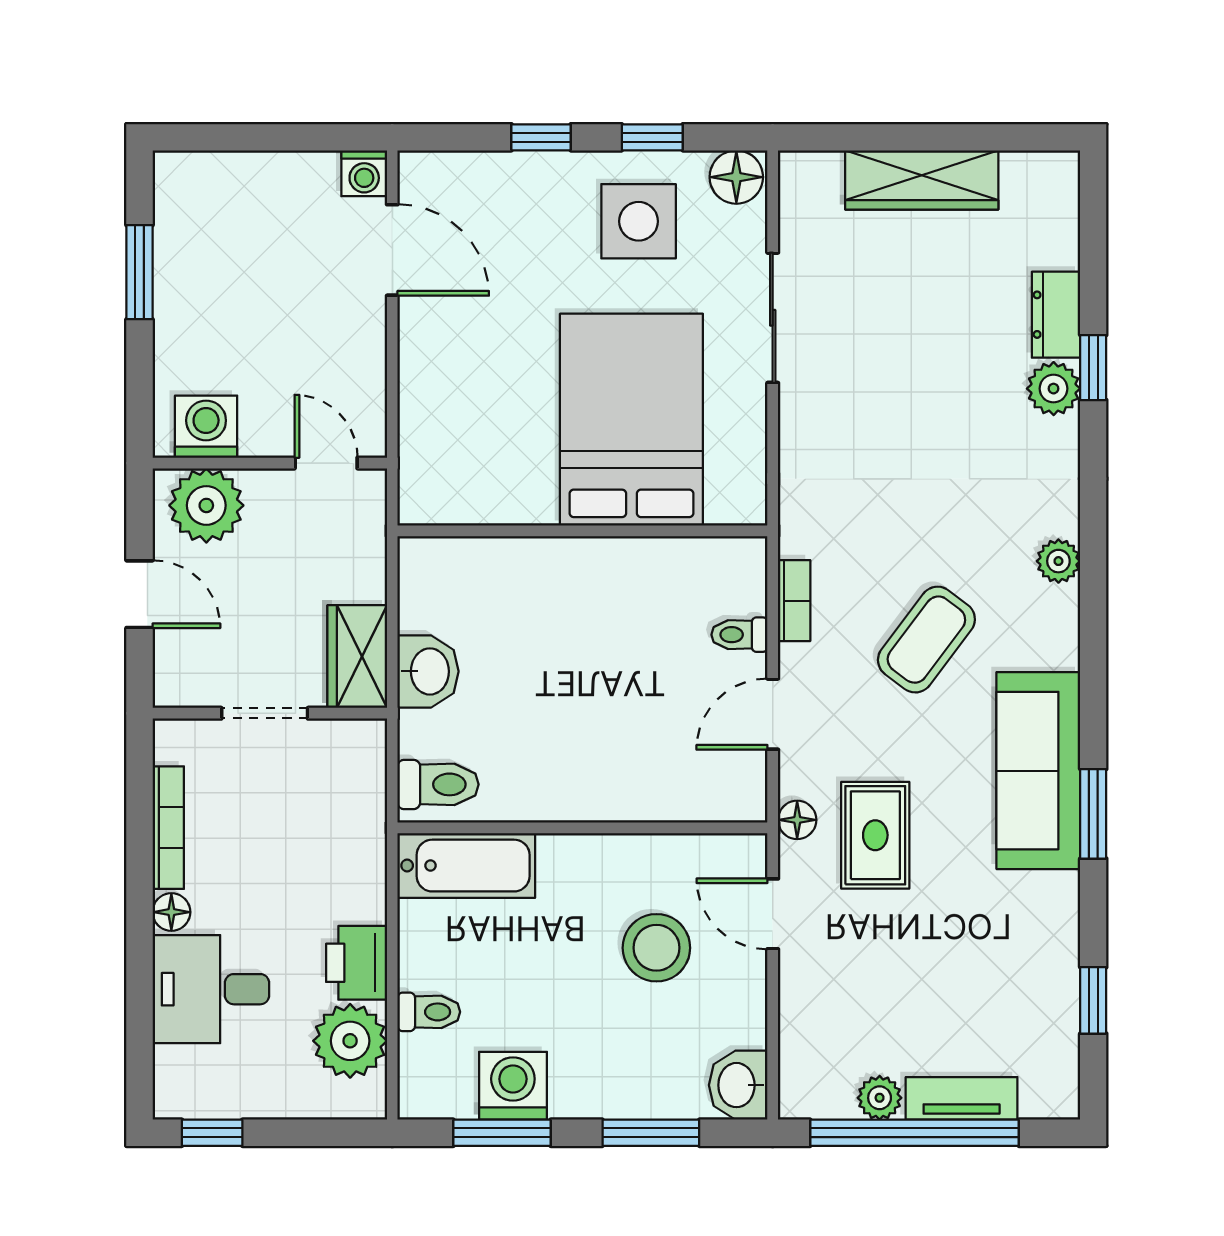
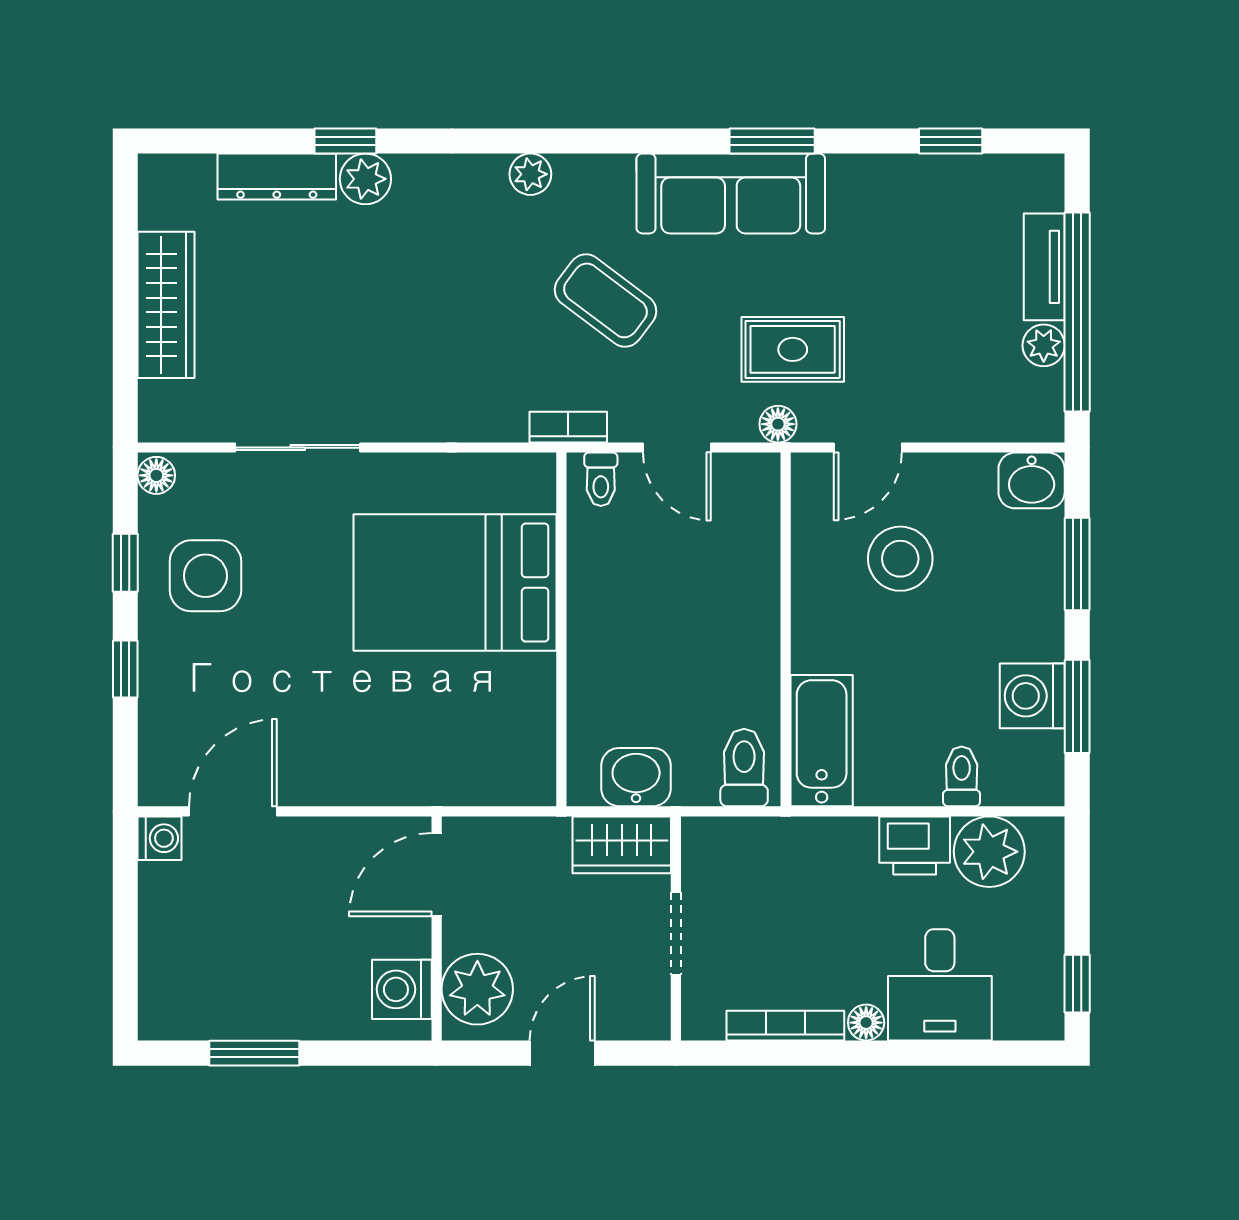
floor lamp: (736, 177) -> (156, 475), width x0.73, depth x0.73
dresser: (1056, 315) -> (277, 177), width x1.44
bed: (631, 420) -> (455, 583), moved
door: (326, 463) -> (437, 875), width x1.37
wall: (582, 531) -> (561, 629), moved

